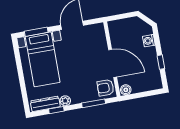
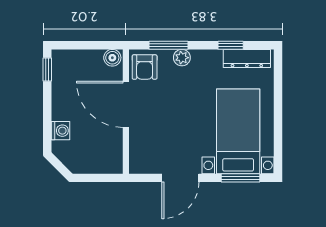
window: (161, 62) -> (47, 69), moved
armchair: (105, 88) -> (145, 67), turned 90
plant: (65, 101) -> (182, 58), moved

